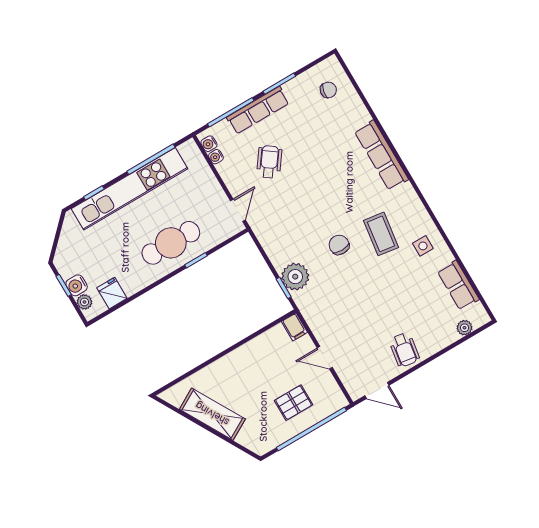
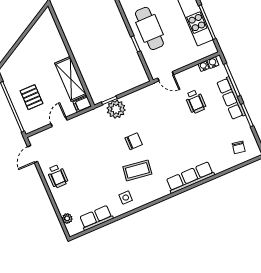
wheelchair: (269, 162) -> (195, 102), turned 54
wheelchair: (404, 350) -> (57, 176), turned -99
shelving: (212, 414) -> (71, 79), moved, turned -61

